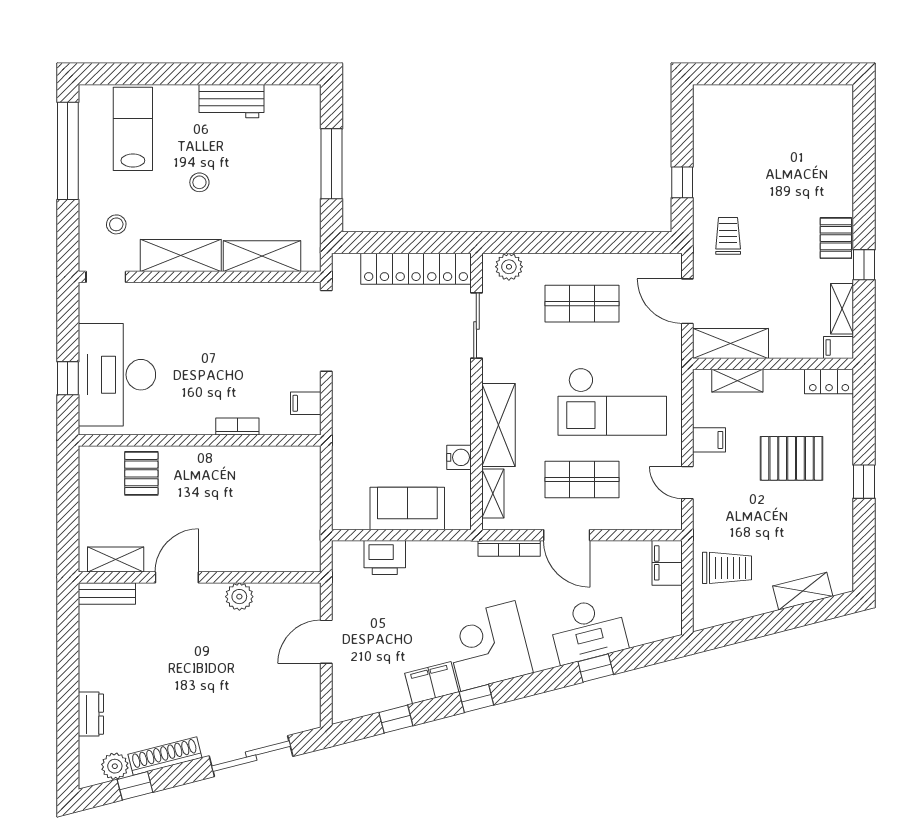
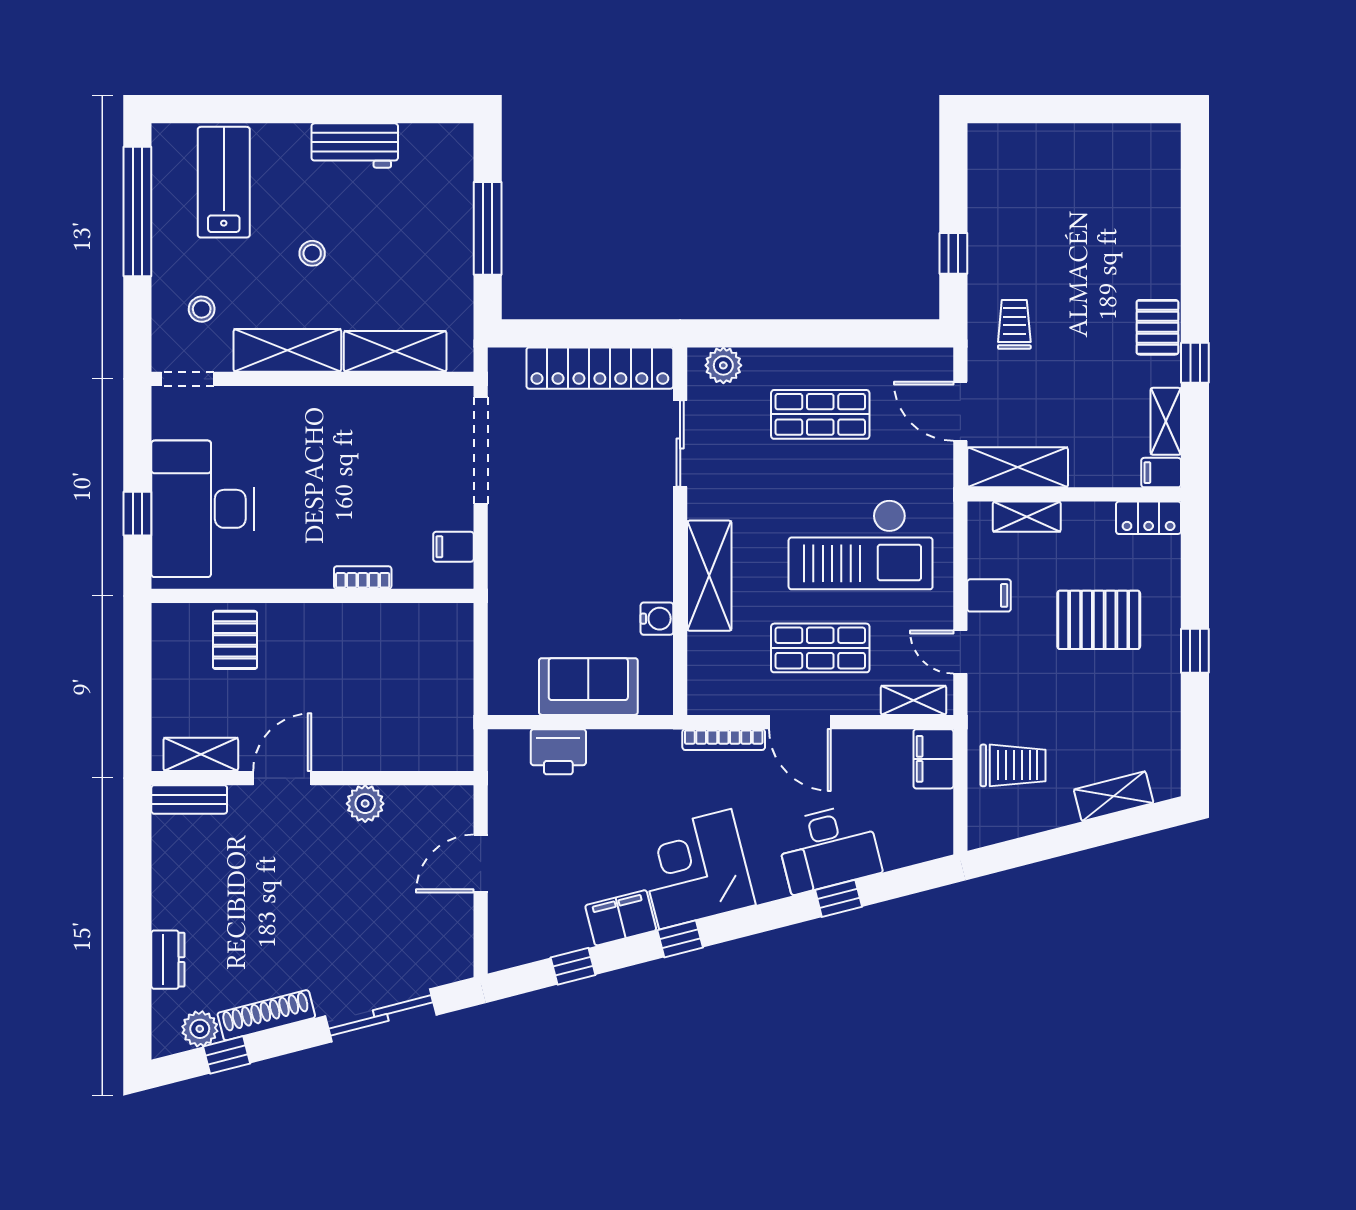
shelving: (493, 493) -> (913, 700), moved, turned 90

